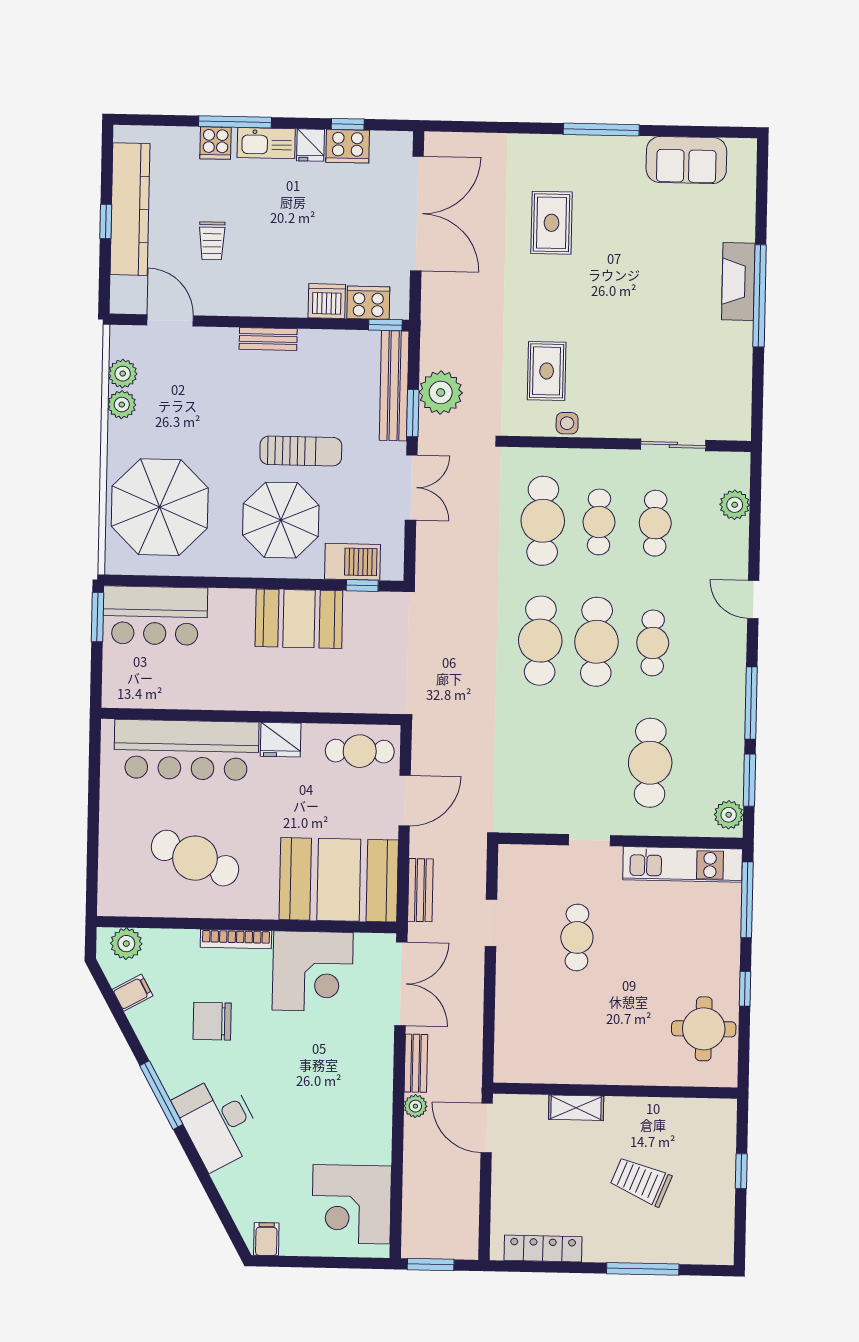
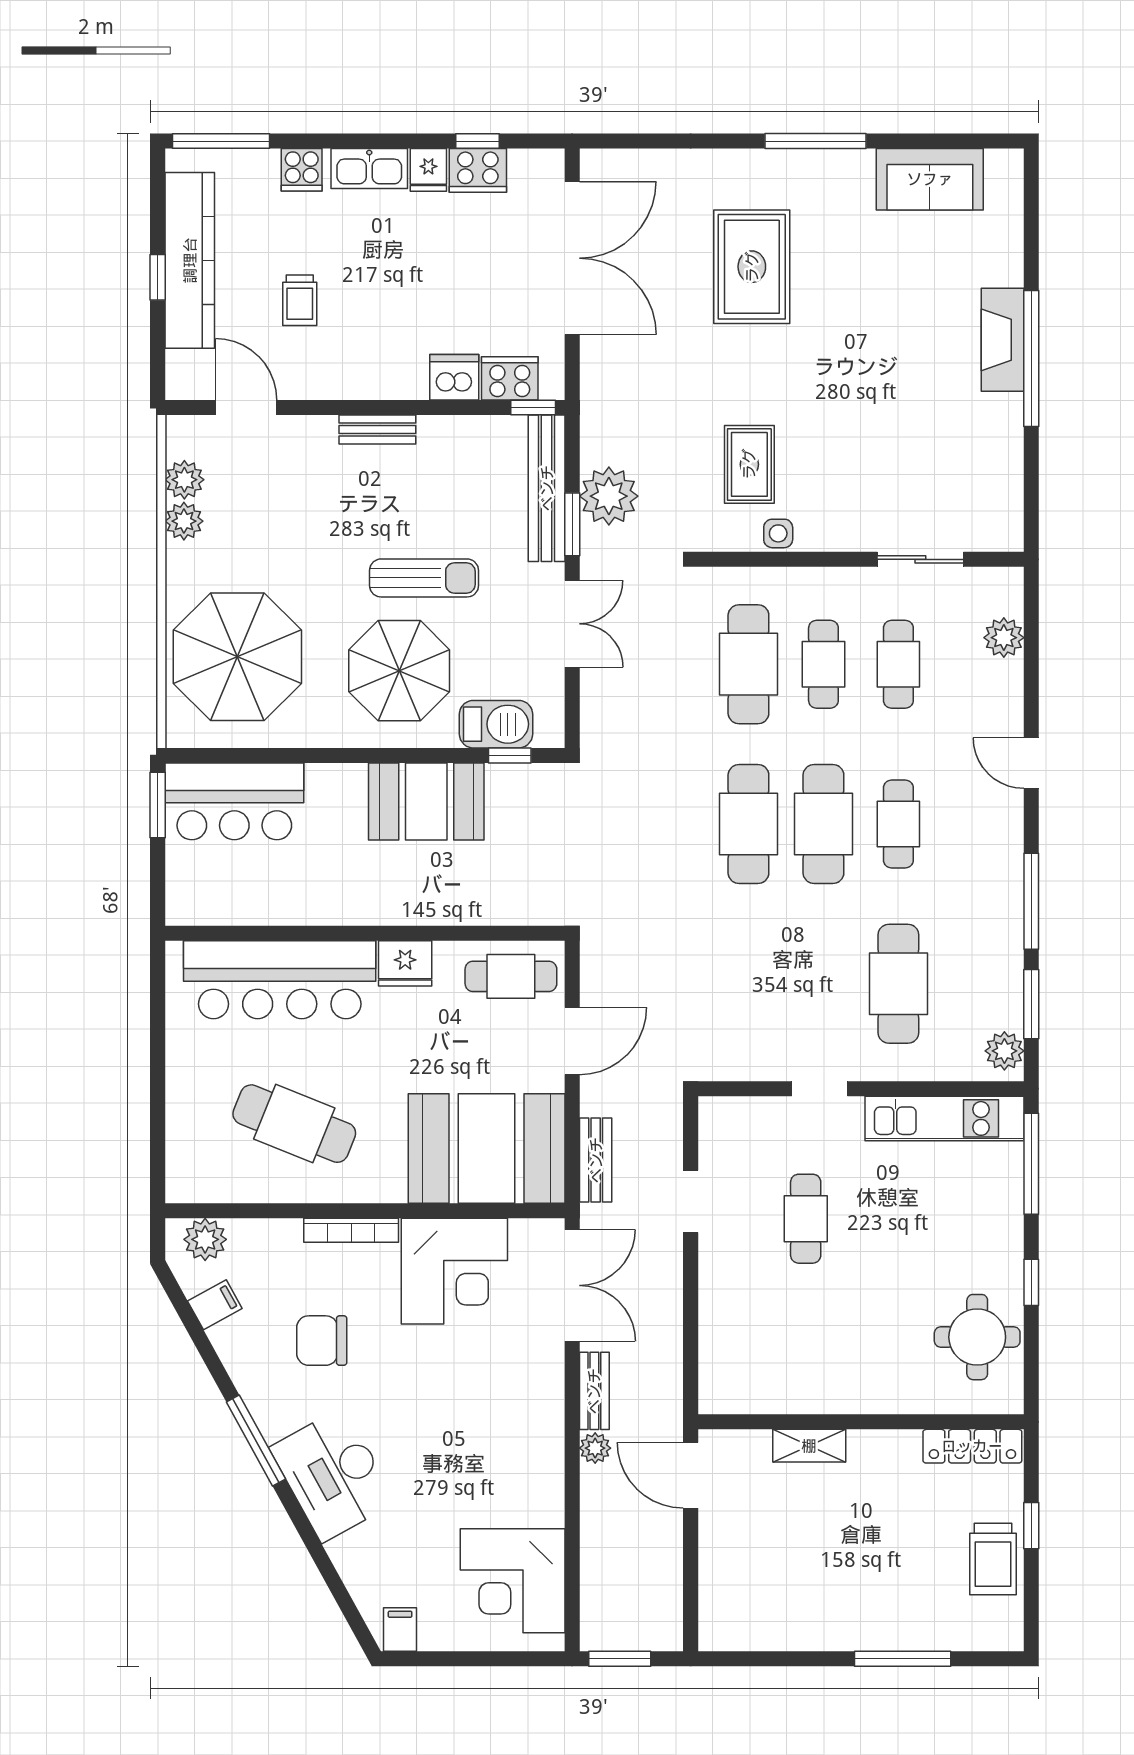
window: (235, 122) -> (221, 141), moved
rug: (552, 223) -> (752, 267), width x1.36, depth x1.43
trolley: (641, 1181) -> (993, 1559), moved, turned -112
locker: (543, 1249) -> (972, 1446), moved, turned 180

